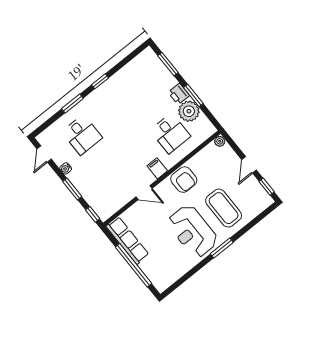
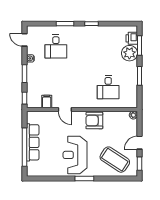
printer: (179, 94) -> (132, 38), moved
plant: (189, 111) -> (129, 53), moved
door: (44, 154) -> (25, 40), hinge flipped
filing cabinet: (157, 168) -> (47, 102), moved
armchair: (184, 180) -> (94, 121), turned 90
coffee table: (224, 208) -> (115, 160), moved, turned -57
row of seats: (128, 240) -> (33, 142), moved

